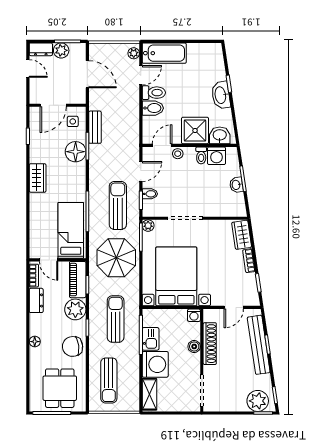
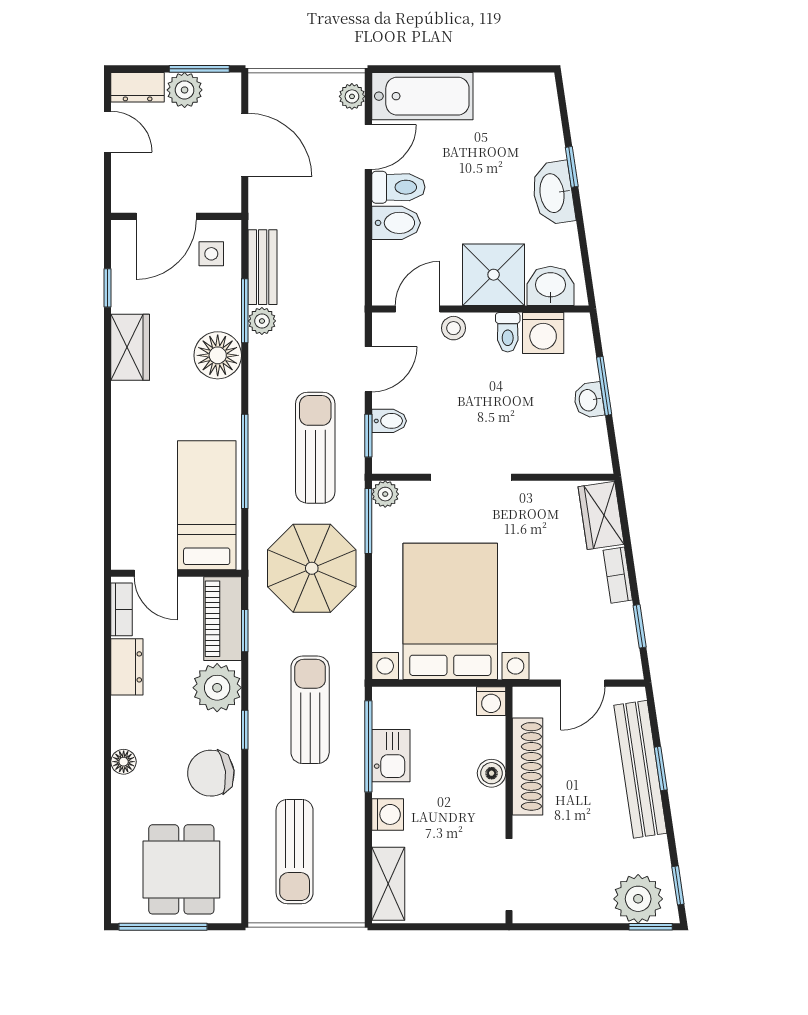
plant: (95, 151) -> (262, 321), added
floor lamp: (76, 152) -> (218, 355), moved
wardrobe: (38, 178) -> (130, 347), moved
washing machine: (155, 364) -> (388, 814), width x0.53, depth x0.53

